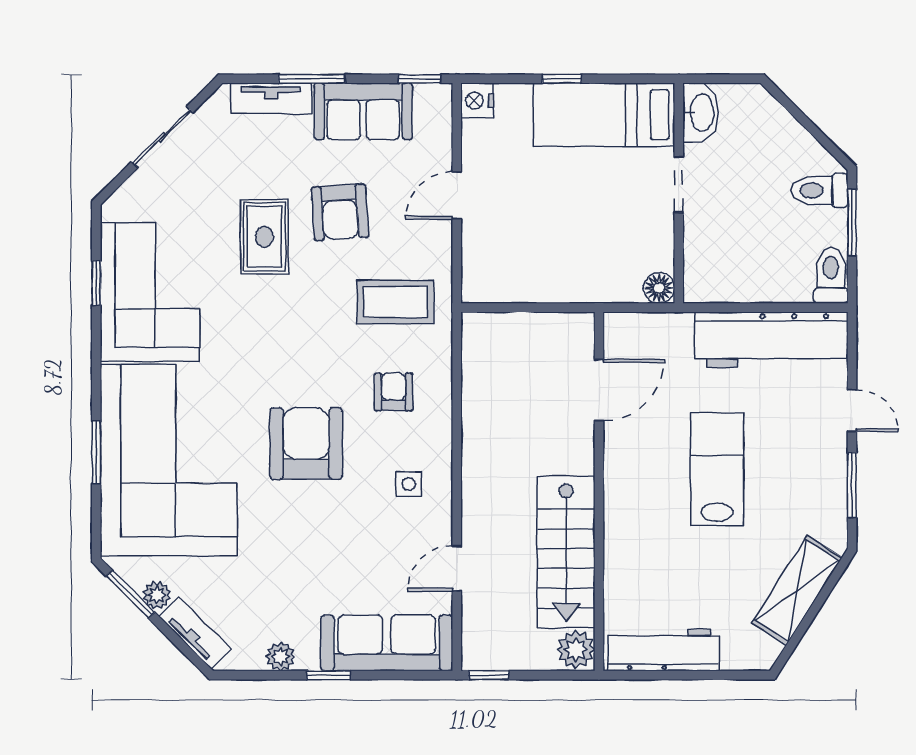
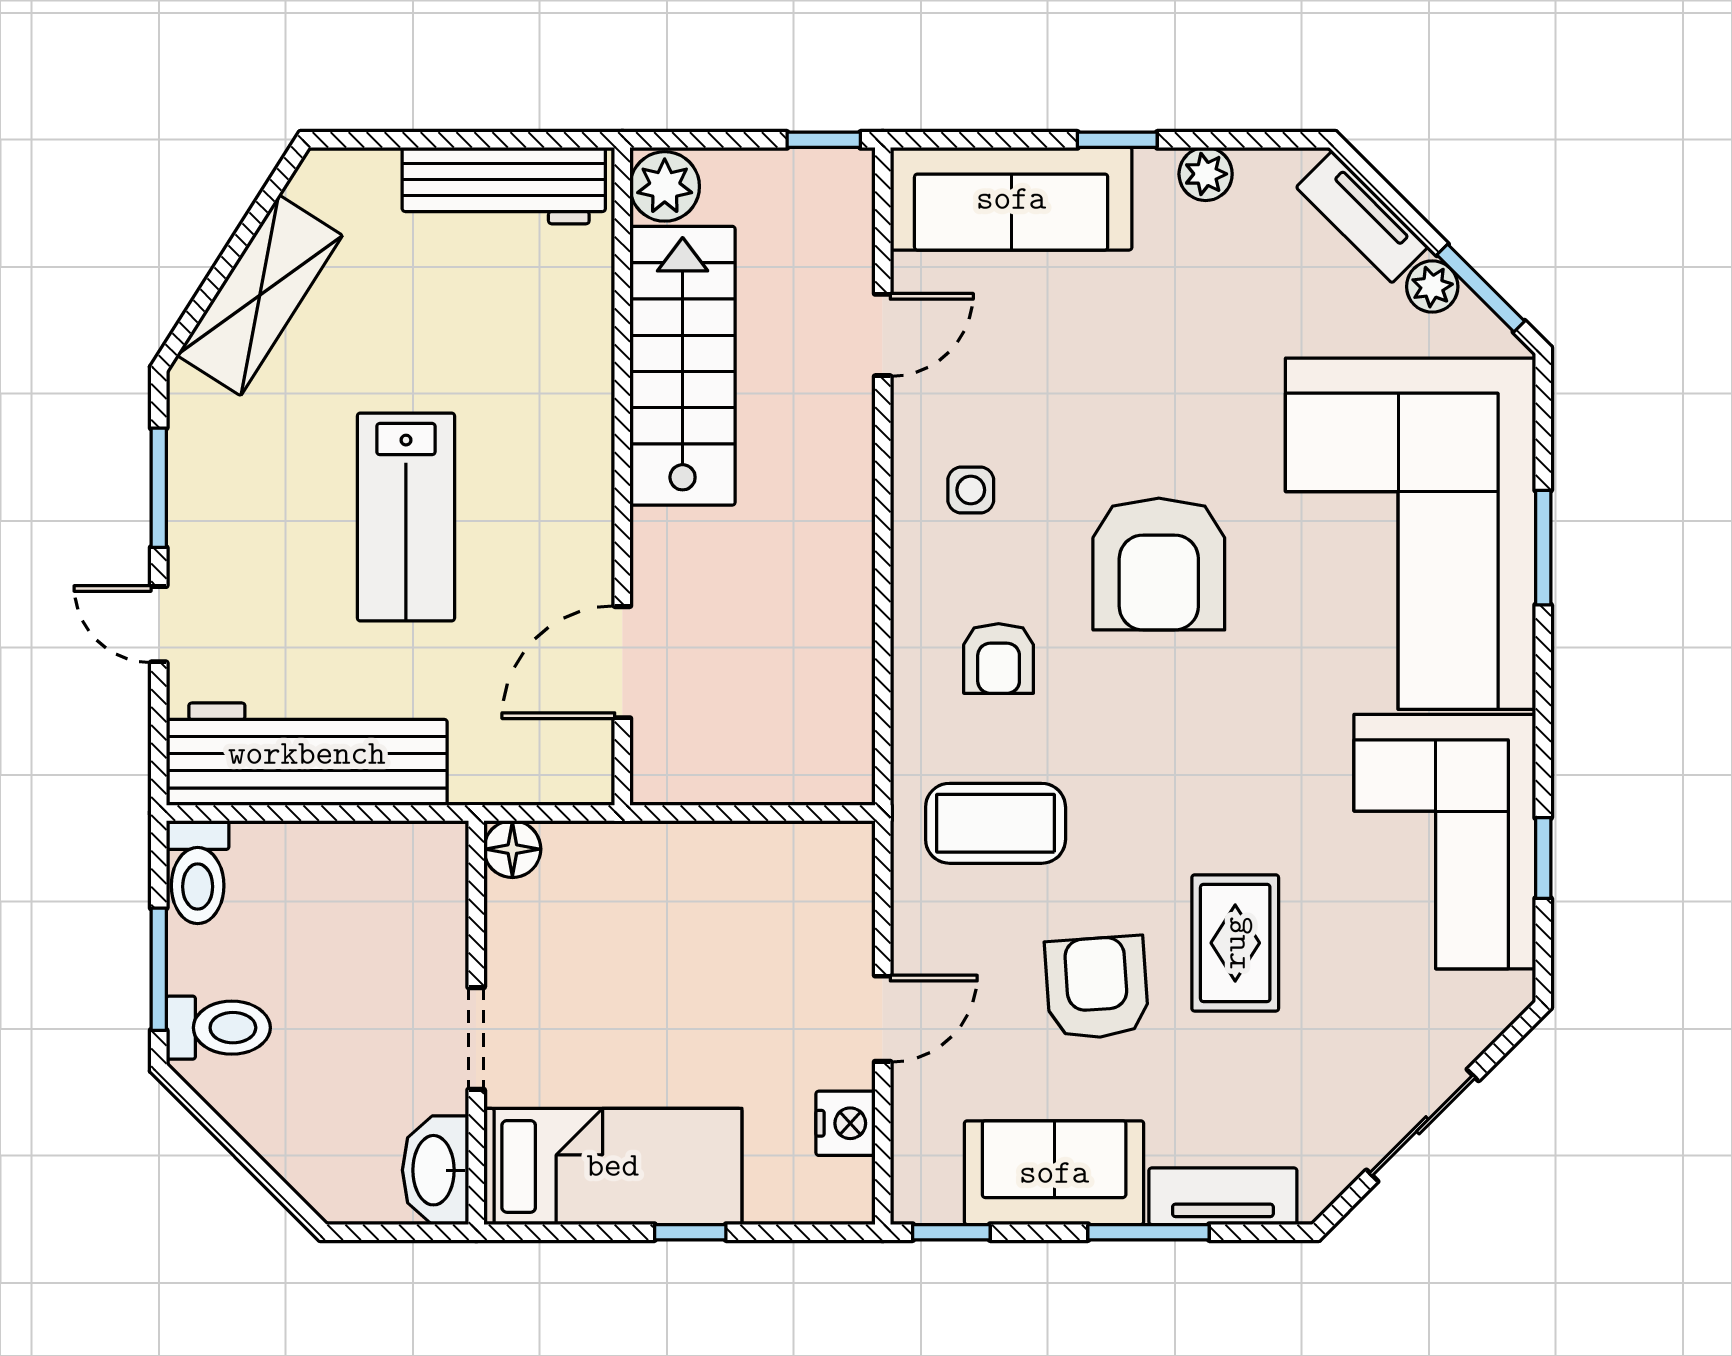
nightstand: (477, 101) -> (845, 1123), moved

